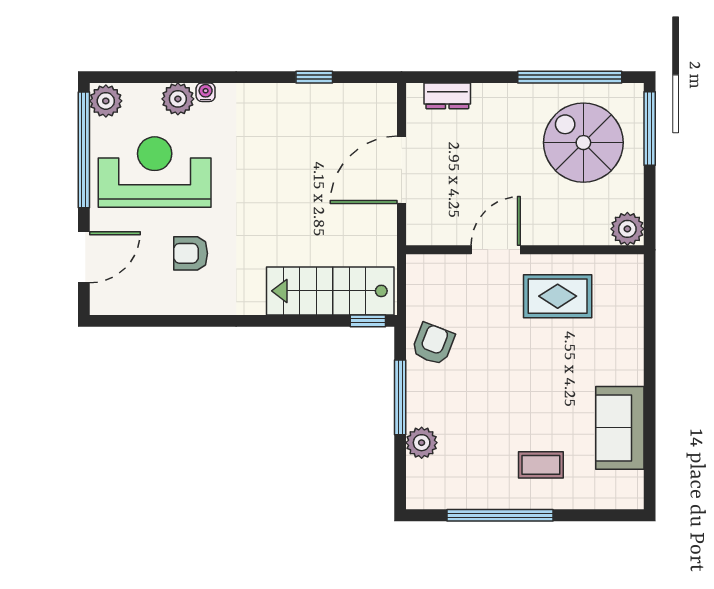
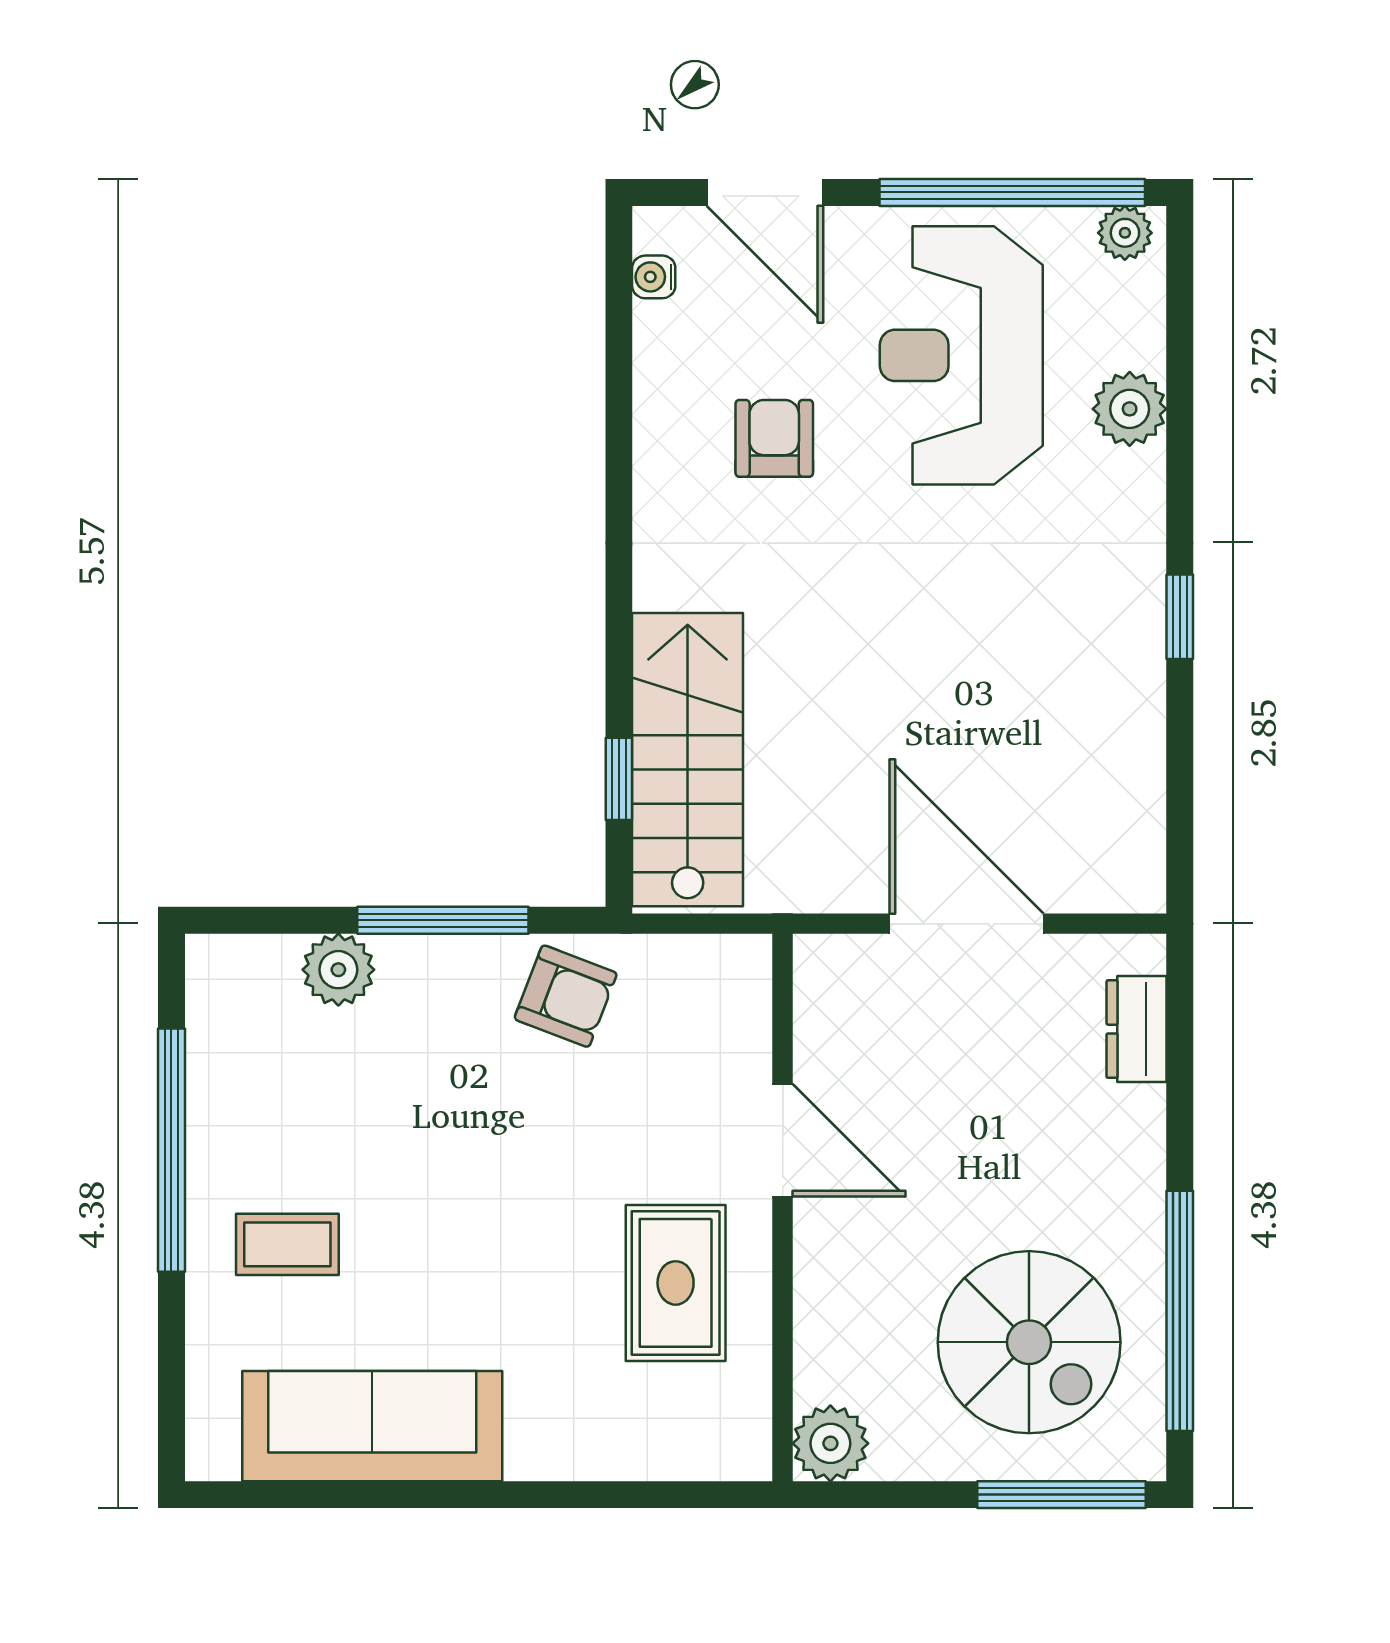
window: (314, 77) -> (1180, 617), moved
water cooler: (206, 92) -> (654, 277), moved, turned 180
plant: (106, 101) -> (1125, 233), width x0.73, depth x0.73
spiral stairs: (583, 143) -> (1029, 1342), turned 90
reception desk: (155, 172) -> (961, 355), turned 180
window: (368, 321) -> (619, 779), moved
sofa: (620, 428) -> (372, 1426), width x1.36
coffee table: (541, 465) -> (287, 1244), turned 90

